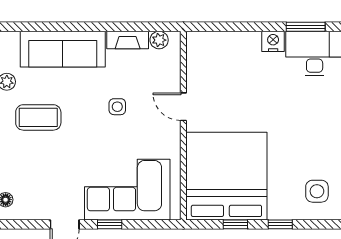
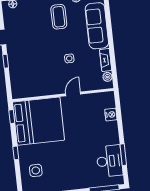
nightstand: (273, 41) -> (111, 115), moved
corner sofa: (127, 190) -> (25, 69), removed
window: (235, 224) -> (12, 117), moved

